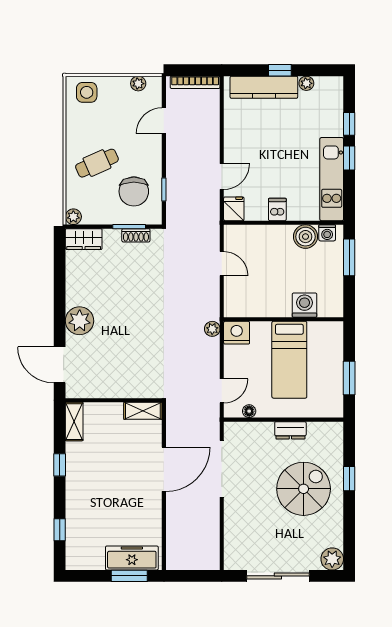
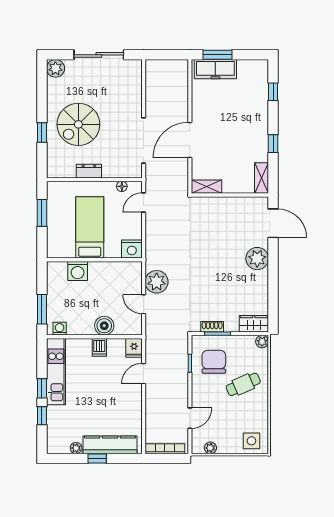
boiler: (305, 237) -> (104, 326), moved
plant: (212, 329) -> (157, 282), moved, width x1.87, depth x1.87

